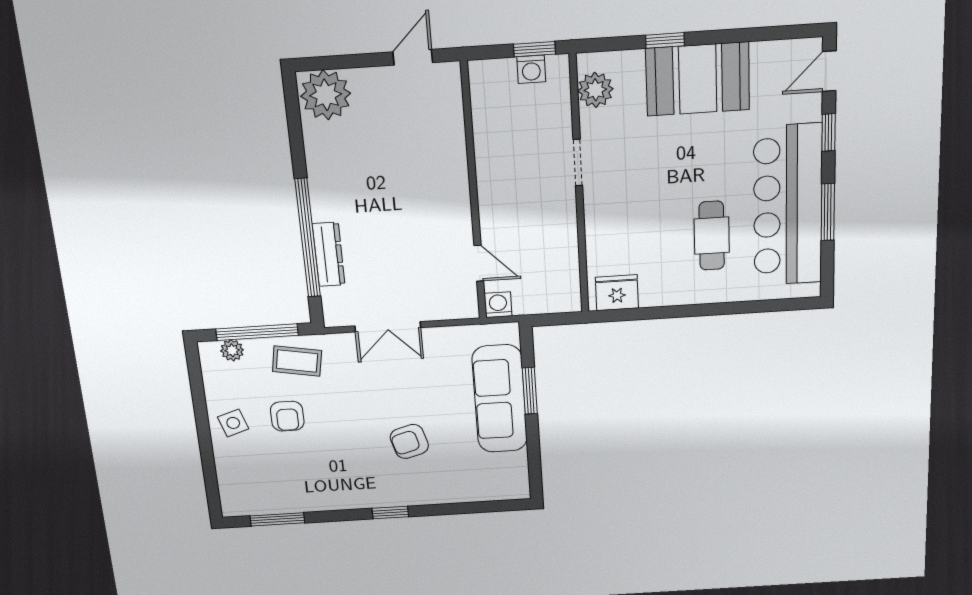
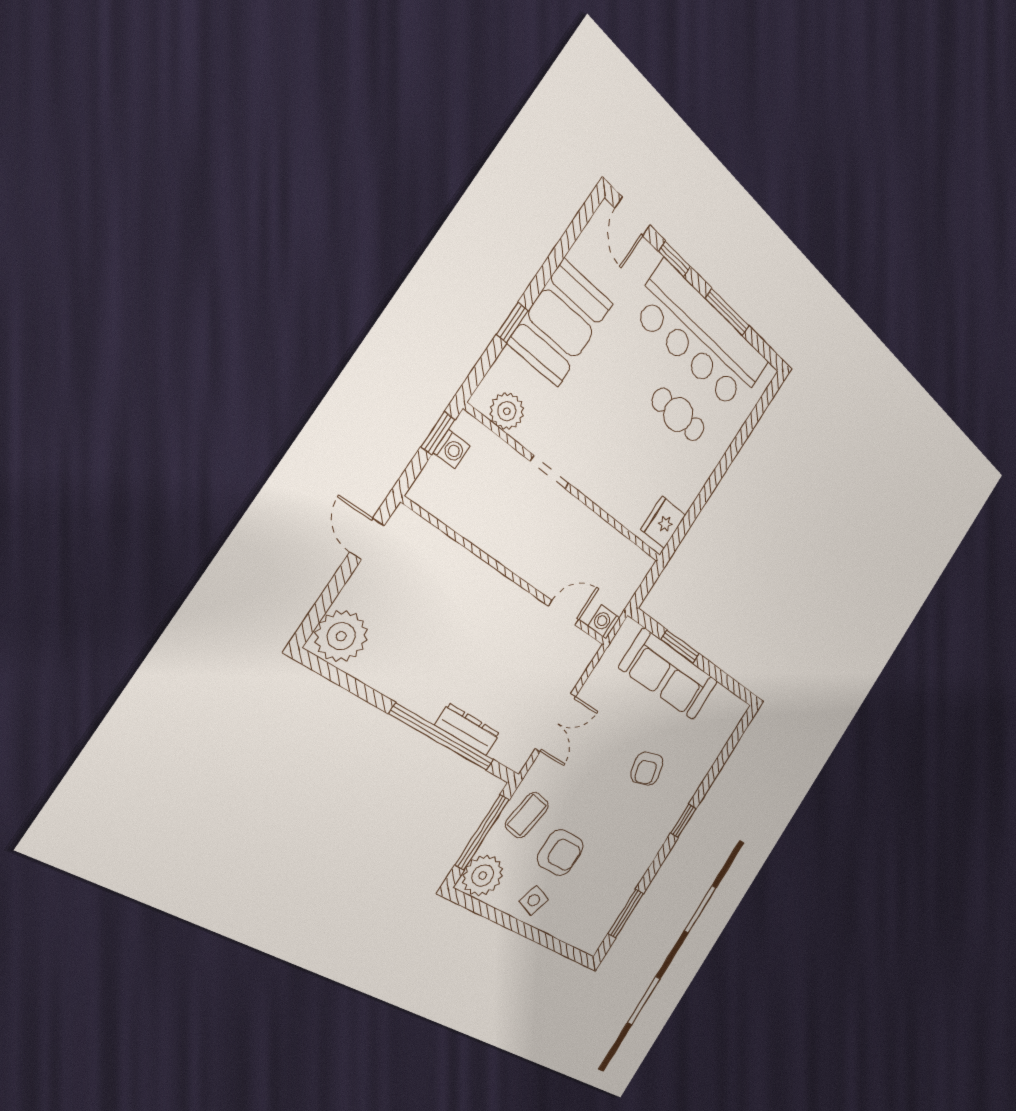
plant: (232, 350) -> (483, 875), width x1.88, depth x1.88
armchair: (287, 416) -> (560, 853), width x1.38, depth x1.38
side table: (233, 423) -> (534, 900), turned 38

